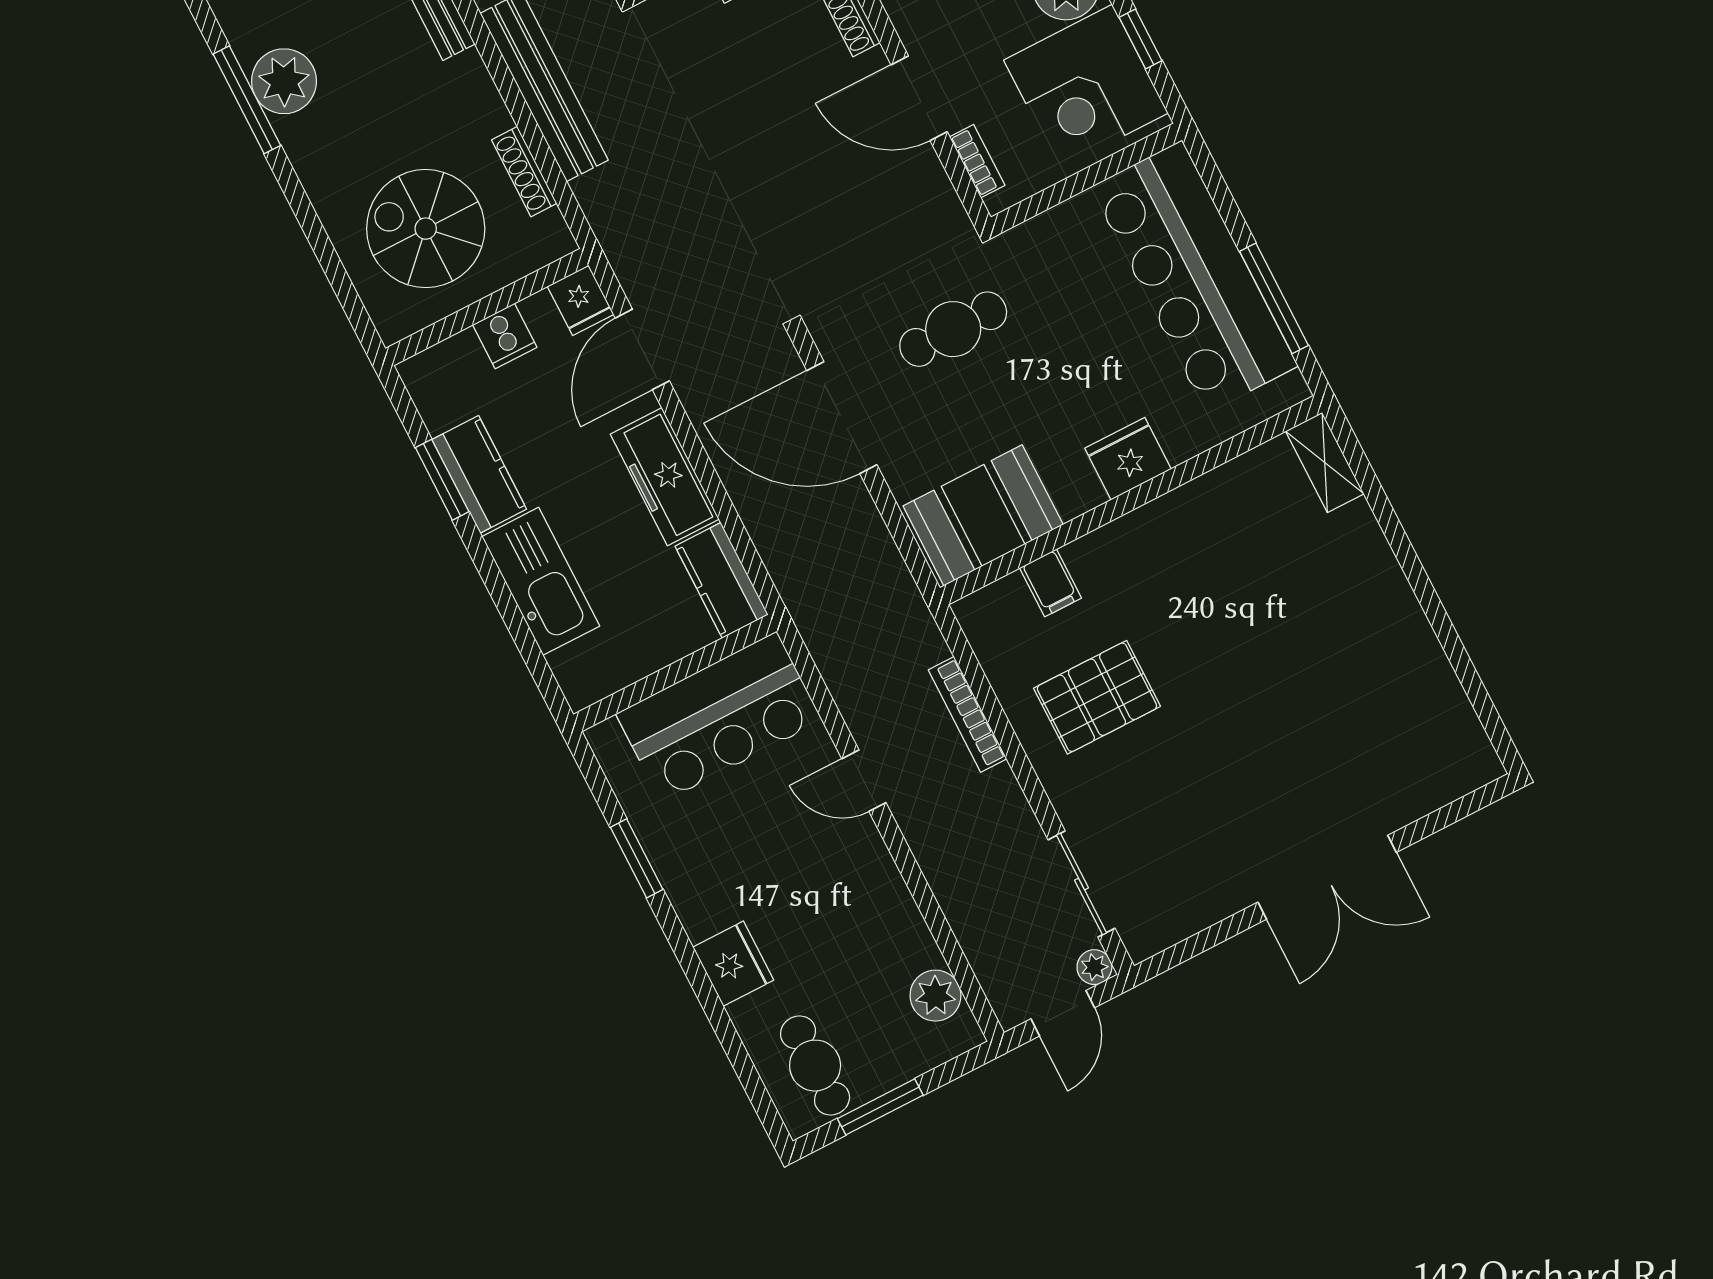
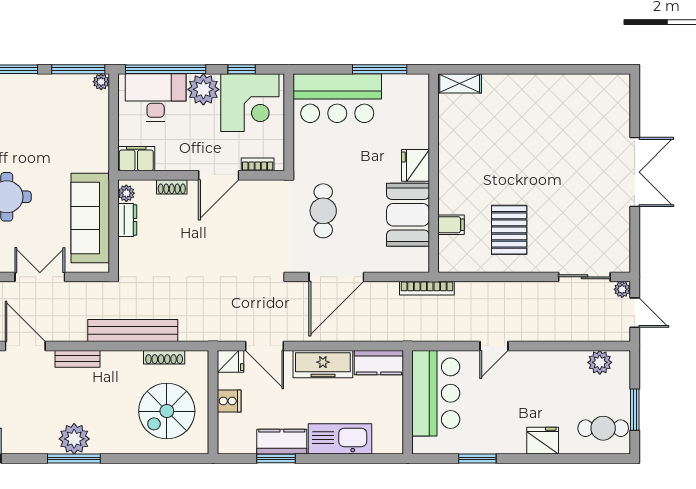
bar counter: (1194, 277) -> (337, 98), width x0.73
booth: (983, 515) -> (408, 215), moved
bookcase: (967, 714) -> (427, 288), moved

